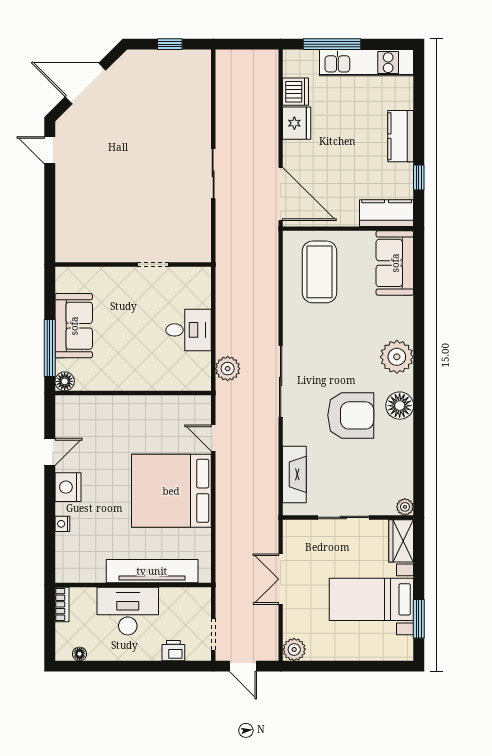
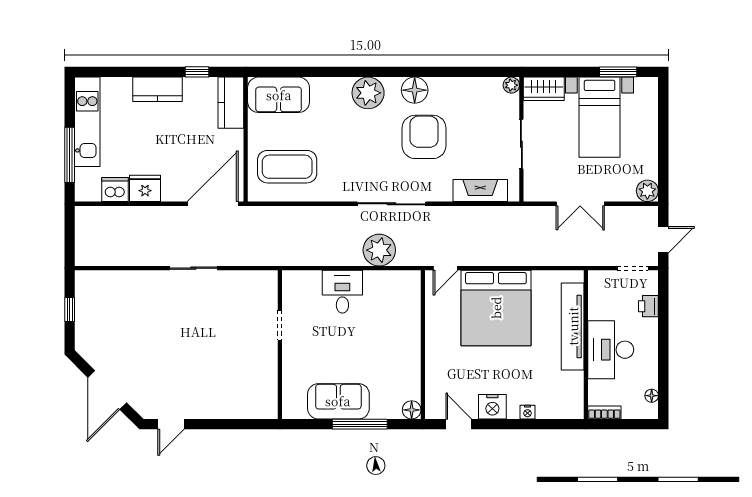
plant: (228, 369) -> (379, 250), width x1.36, depth x1.36
floor lamp: (65, 381) -> (412, 410), moved
wall: (133, 393) -> (423, 345), moved

